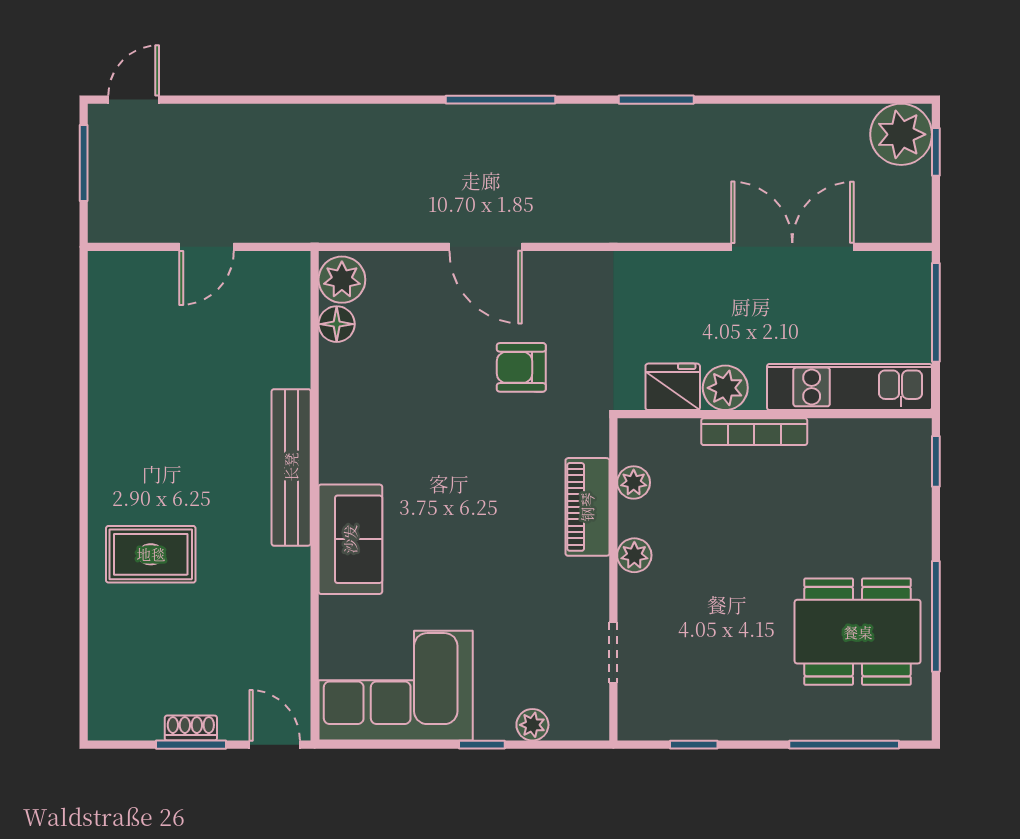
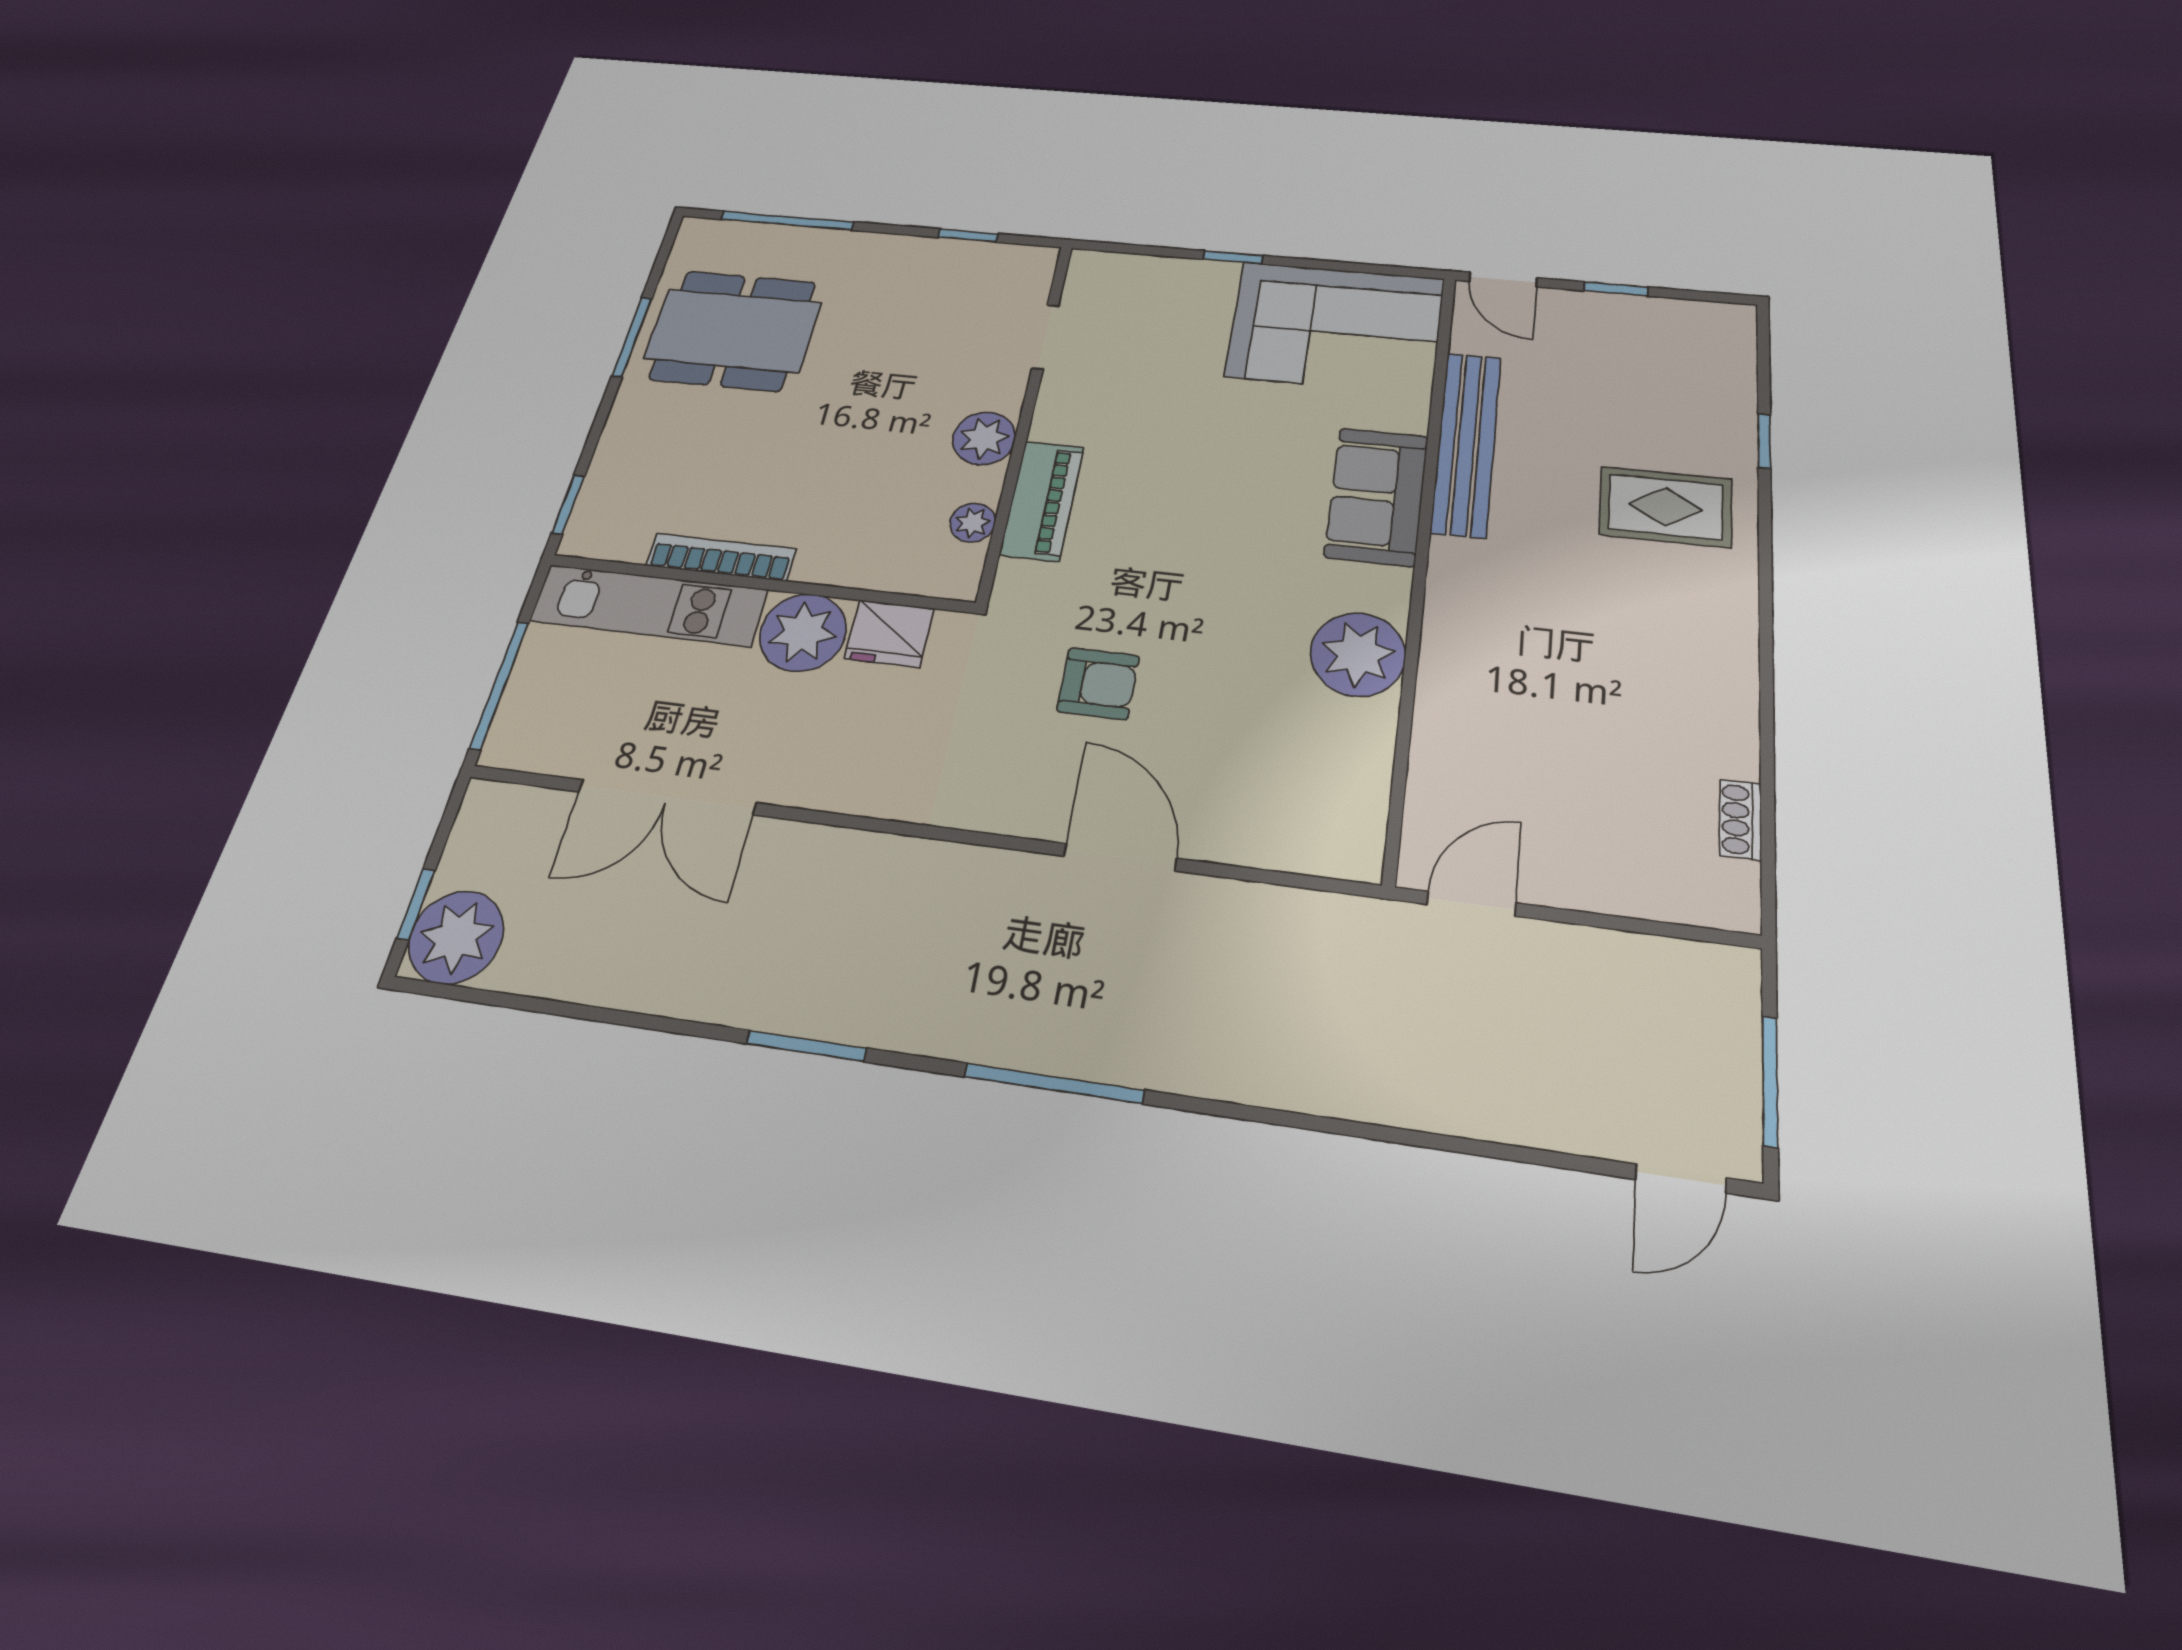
door: (207, 247) -> (1471, 904), moved
plant: (342, 280) -> (1358, 654), moved, width x1.36, depth x1.36
floor lamp: (337, 324) -> (1365, 776), removed
plant: (725, 388) -> (803, 633), width x1.36, depth x1.36
bookcase: (754, 432) -> (721, 557), moved
bench: (291, 467) -> (1466, 443), moved
plant: (634, 555) -> (984, 438), width x1.38, depth x1.38
window: (936, 616) -> (632, 337), width x0.69
window: (84, 618) -> (1764, 441), added
plant: (532, 725) -> (1165, 272), removed
shoe rack: (191, 728) -> (1741, 820), moved, turned 90
window: (191, 745) -> (1616, 289), width x0.67

